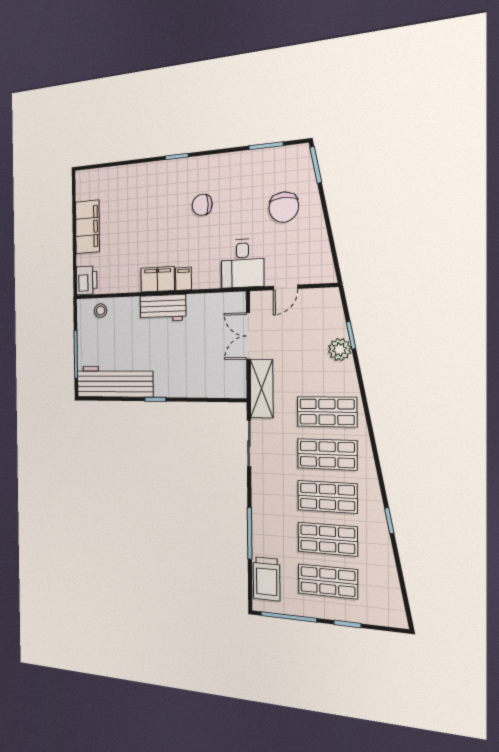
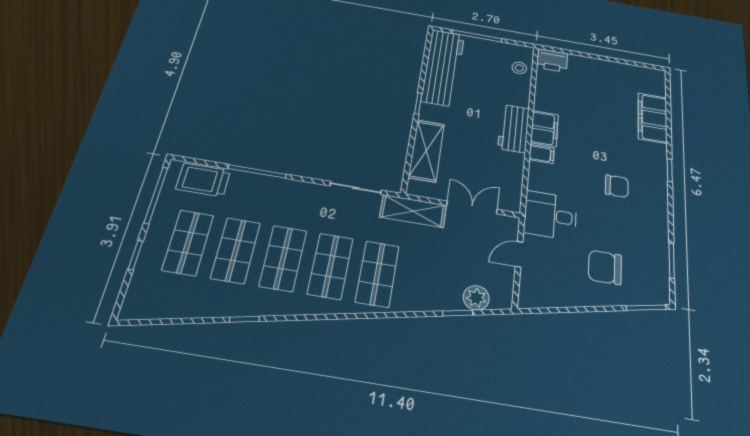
chair: (202, 205) -> (617, 186), turned 90
filing cabinet: (87, 227) -> (652, 118), moved, turned 90
door: (285, 287) -> (519, 254), hinge flipped
plant: (340, 349) -> (476, 298), moved
shelving: (201, 385) -> (426, 151), added

